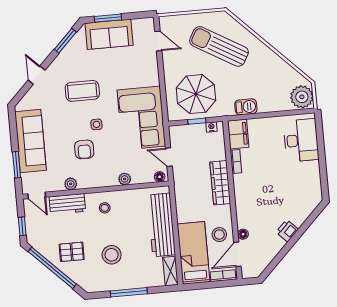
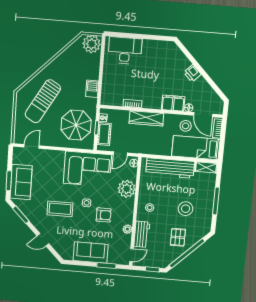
coffee table: (82, 91) -> (60, 209), turned 90
cot: (191, 132) -> (104, 134), added
filing cabinet: (238, 134) -> (173, 103), moved
sofa: (31, 141) -> (91, 253), width x0.73
plant: (125, 179) -> (127, 189), width x1.88, depth x1.88

